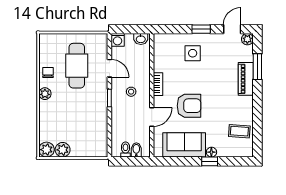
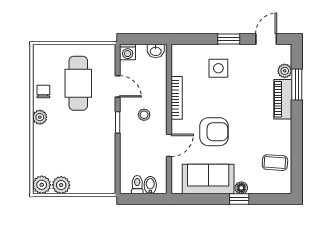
plant: (247, 39) -> (285, 71), moved
bookcase: (158, 84) -> (177, 98), width x1.56

